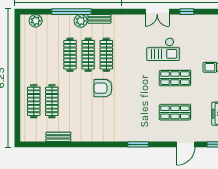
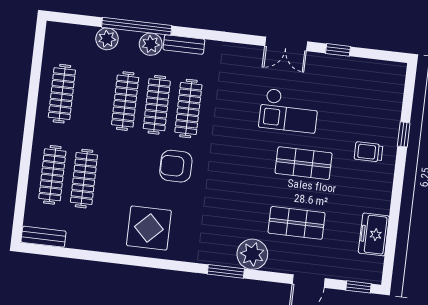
plant: (36, 21) -> (107, 39), moved
clothes rail: (34, 55) -> (62, 94), added
display table: (92, 125) -> (149, 228), added
plant: (152, 133) -> (252, 254), added
bench: (58, 137) -> (44, 237), moved

